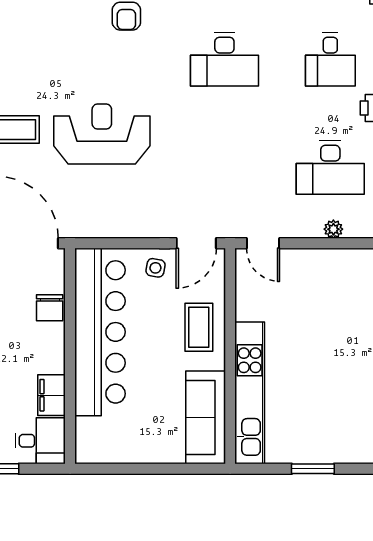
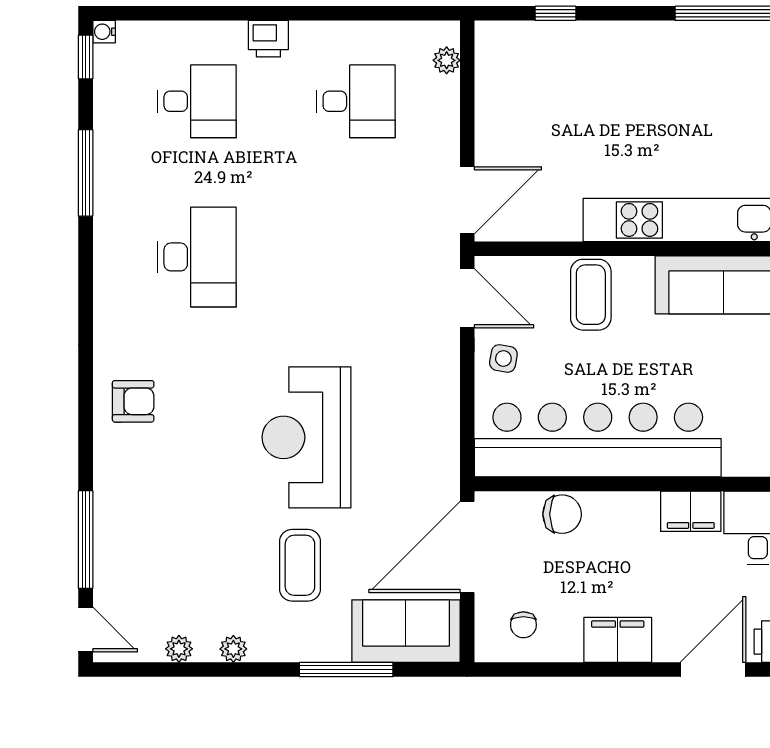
desk: (330, 168) -> (356, 101), width x0.73
plant: (333, 229) -> (447, 60), moved
door: (263, 243) -> (467, 200), width x1.38
coffee table: (199, 327) -> (591, 295), turned 90

